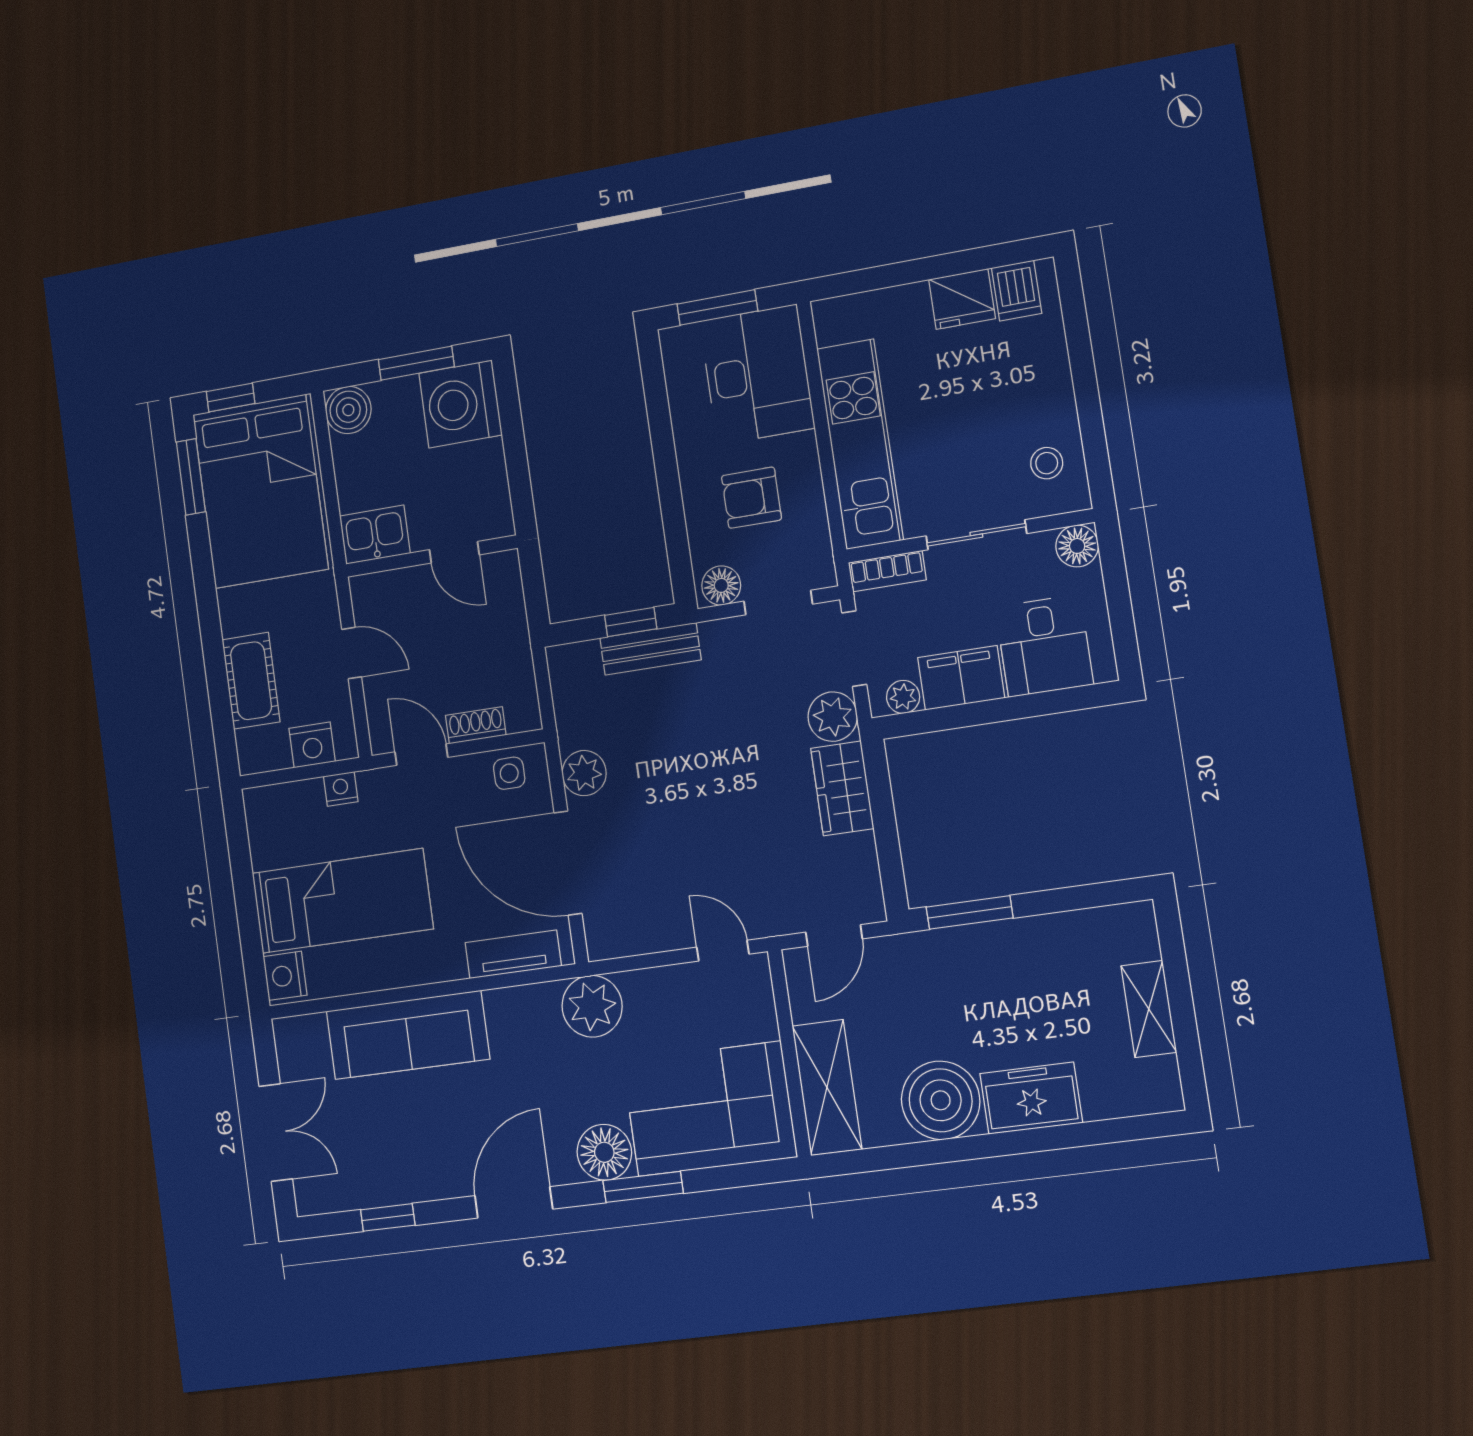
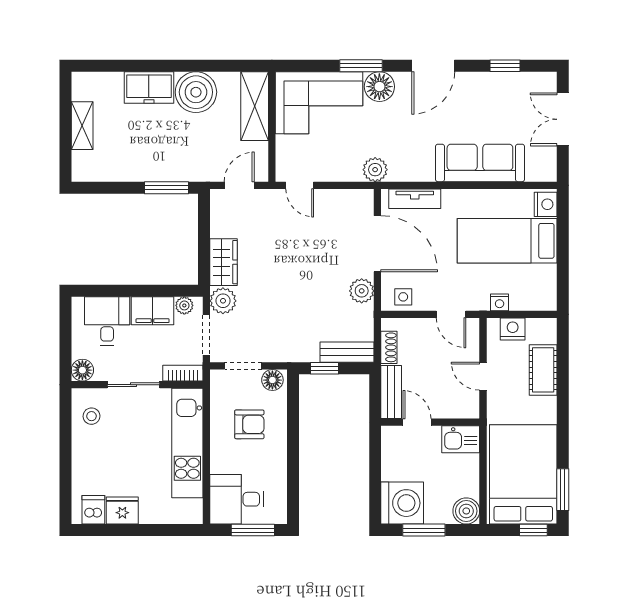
desk: (757, 375) -> (237, 499), width x0.73
bench: (507, 598) -> (391, 392), added
bench: (650, 649) -> (347, 352), moved
shoe rack: (476, 725) -> (389, 347), moved, turned -90
plant: (592, 1006) -> (375, 170), width x0.73, depth x0.73

